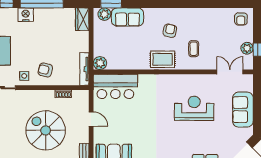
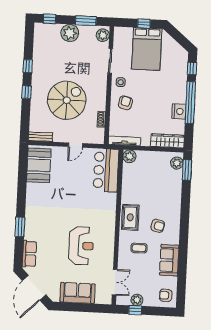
nightstand: (26, 15) -> (179, 111), moved
sofa: (127, 17) -> (169, 260), moved
wardrobe: (82, 19) -> (167, 141), width x1.50

